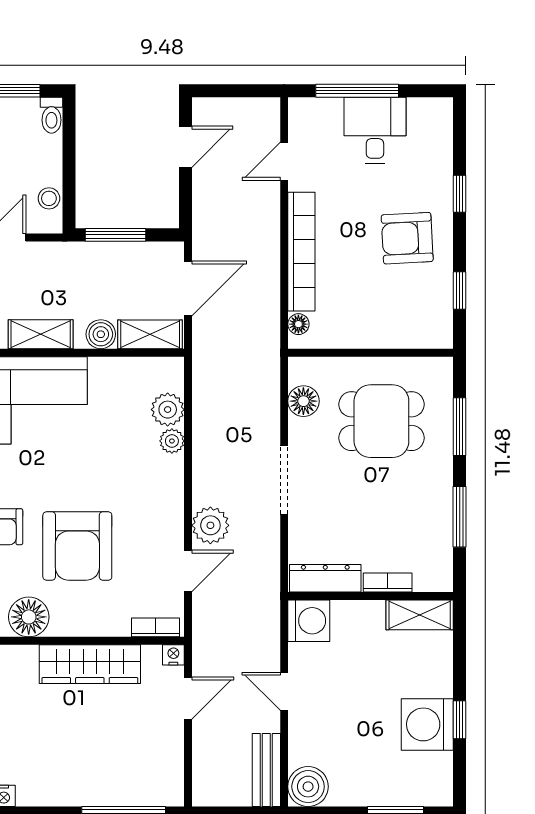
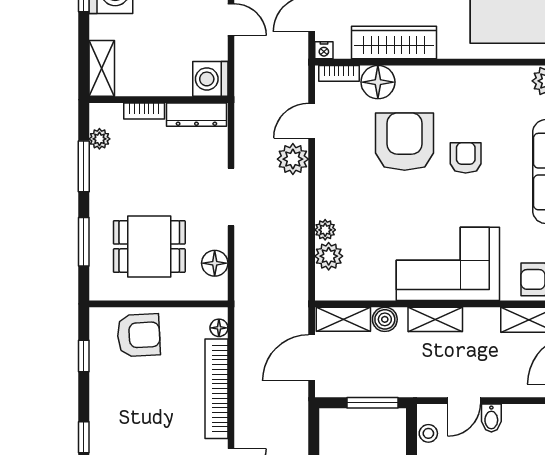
armchair: (407, 238) -> (139, 335), moved
plant: (441, 549) -> (99, 139), added
shelving: (420, 615) -> (102, 68), moved, turned 90
floor lamp: (29, 617) -> (378, 82), moved

